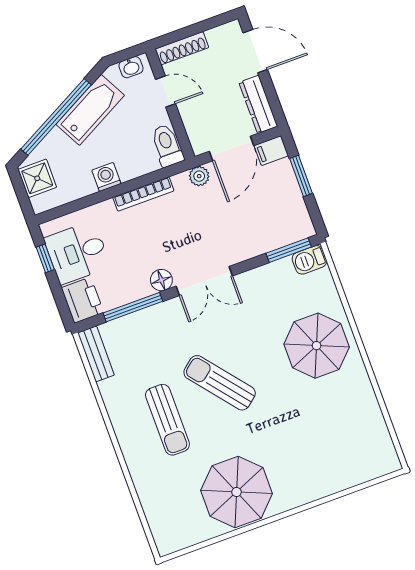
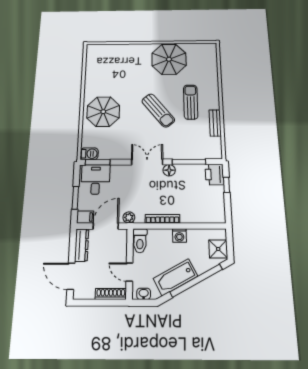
desk: (77, 253) -> (95, 179), moved, turned -90
window: (45, 258) -> (227, 185), moved
bench: (96, 354) -> (215, 123), moved

